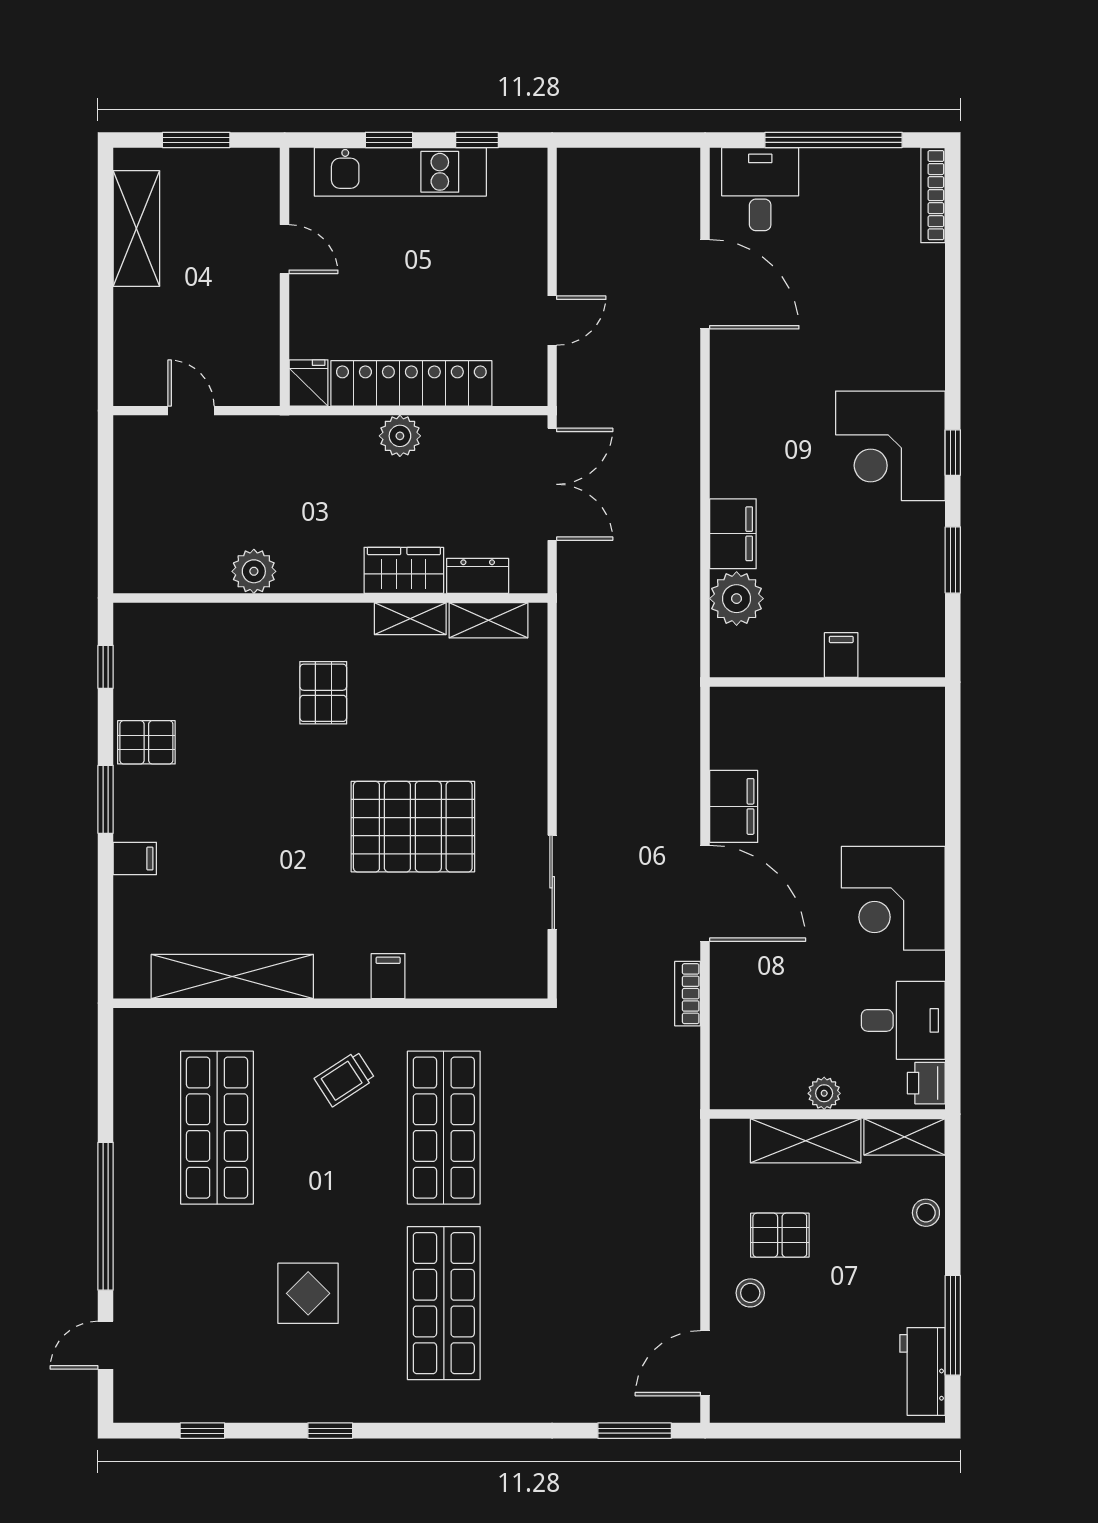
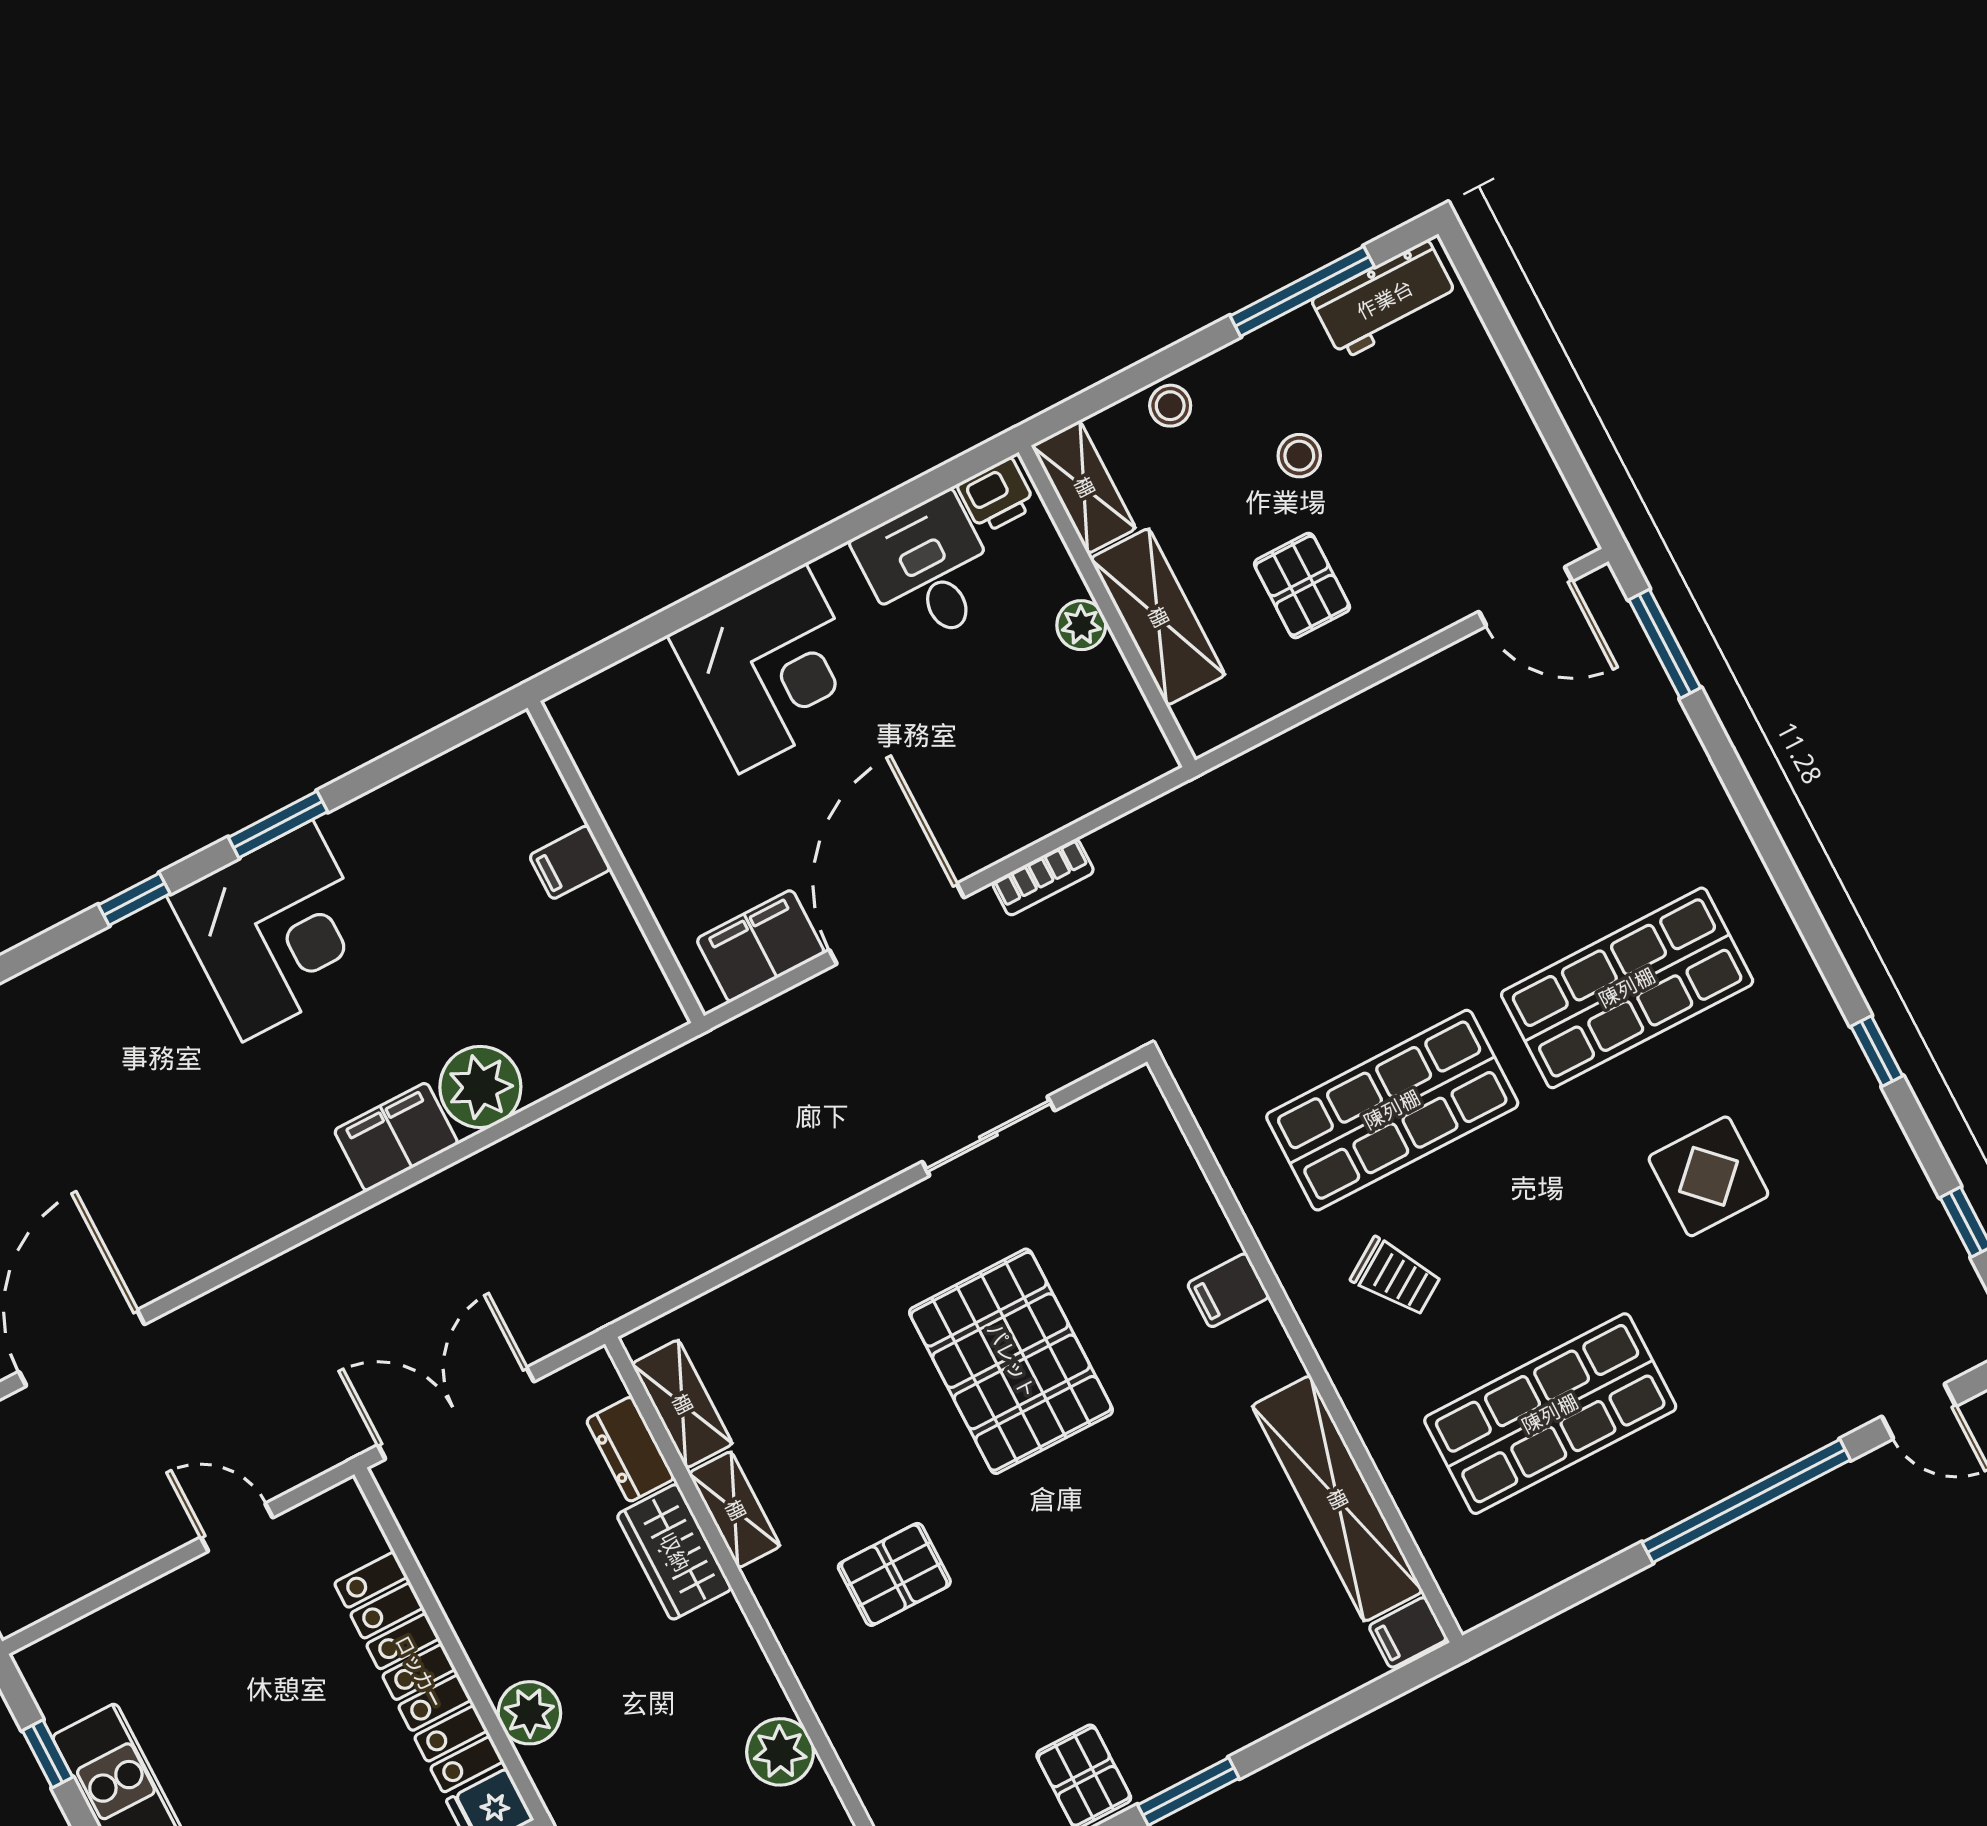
plant: (400, 436) -> (529, 1713), moved
corner desk: (890, 446) -> (278, 931), moved
filing cabinet: (841, 655) -> (570, 862), moved
wall: (827, 682) -> (616, 862), moved
filing cabinet: (135, 859) -> (1408, 1632), moved, turned -90
stool: (750, 1293) -> (1299, 456), moved

